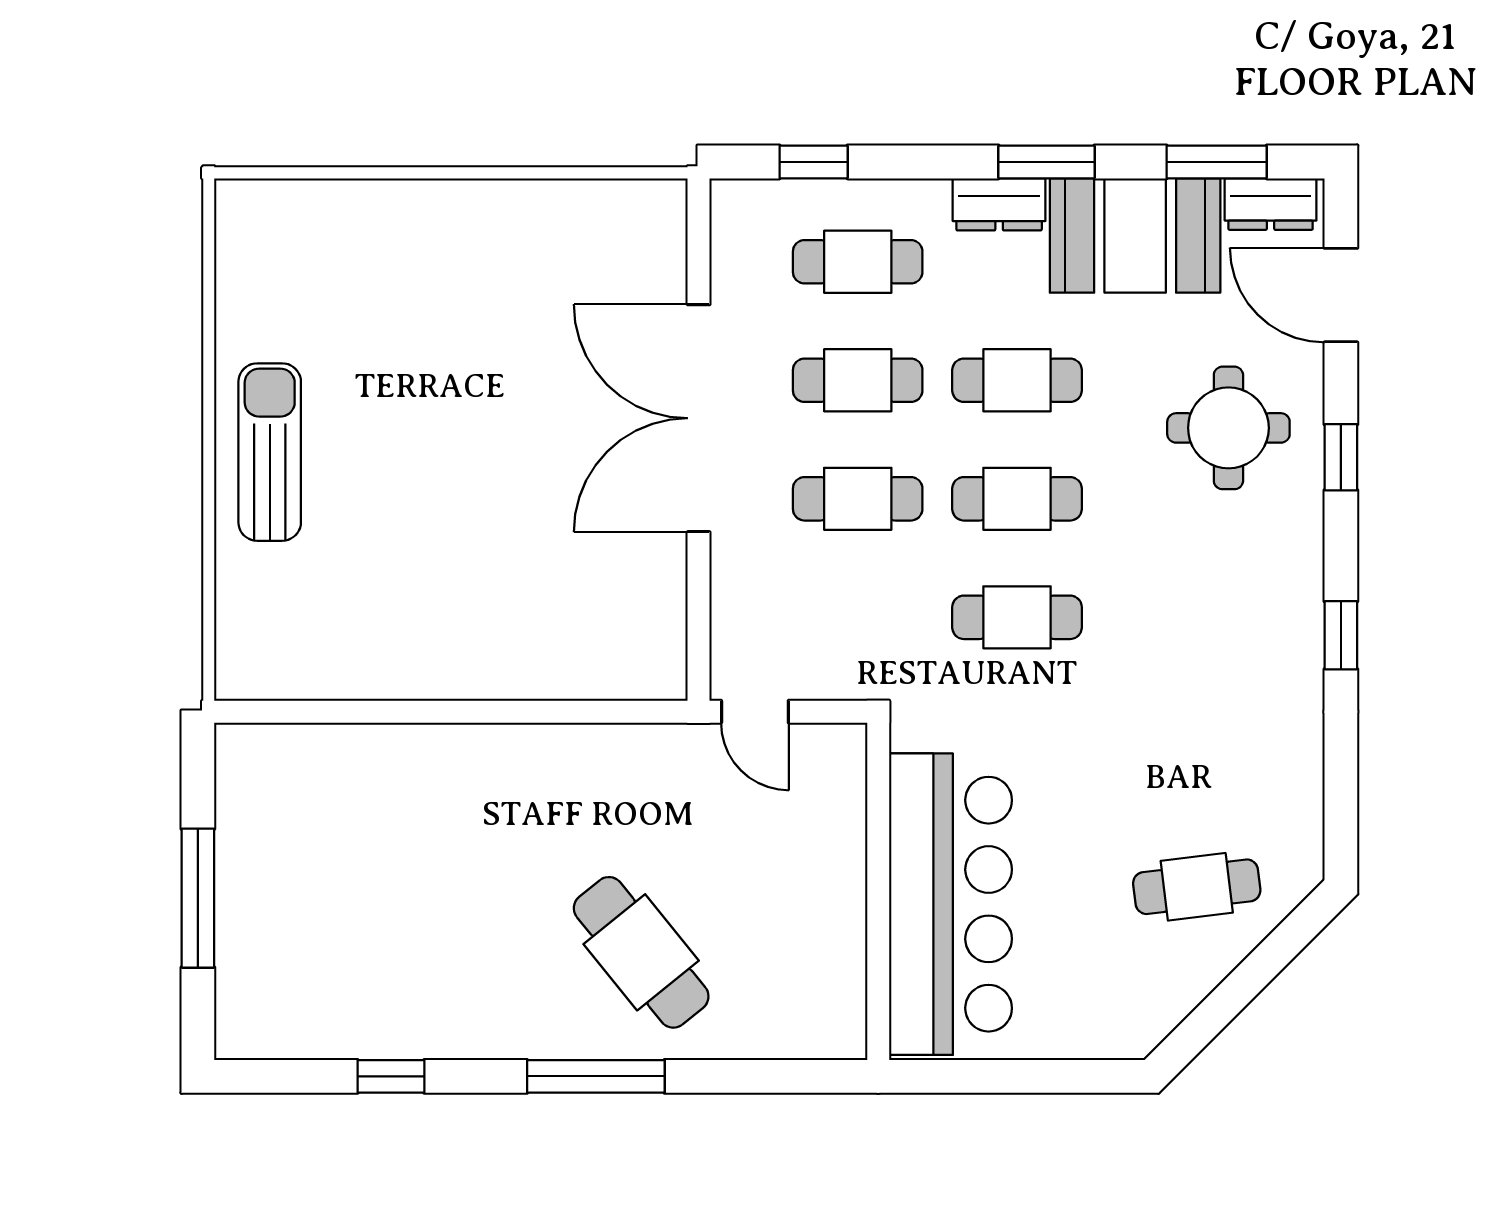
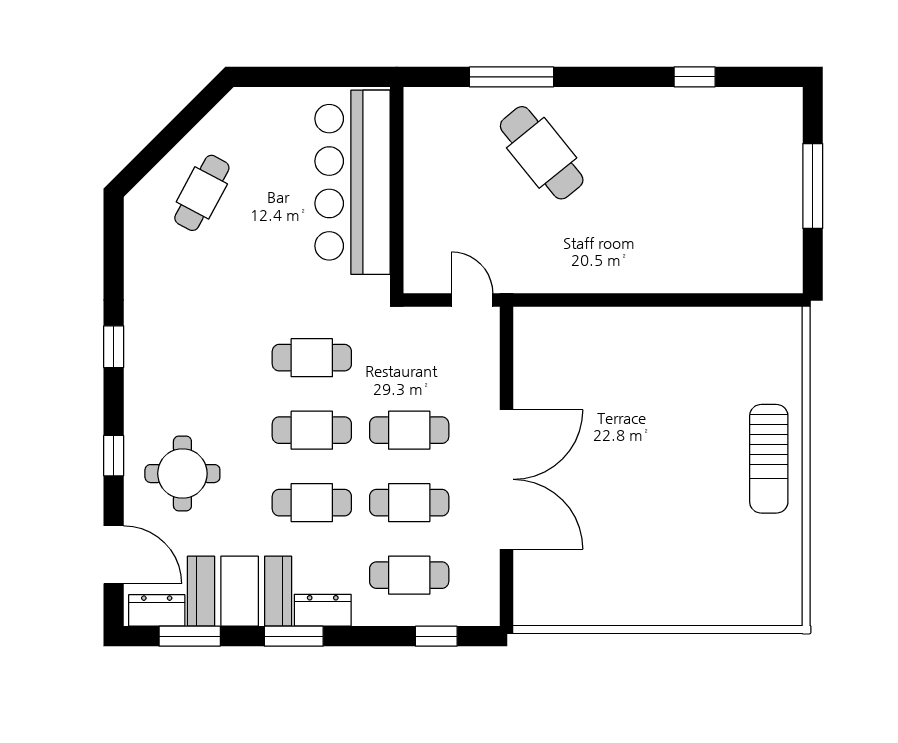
cafe table: (1197, 887) -> (202, 193), turned -55
window: (596, 1076) -> (511, 77), moved

